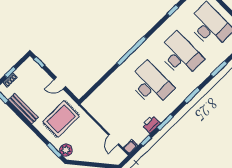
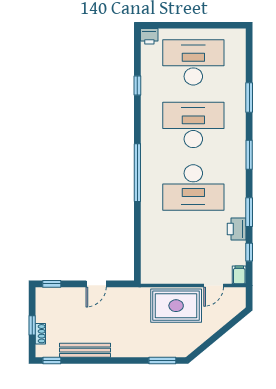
desk: (151, 84) -> (193, 187), turned 180
rug: (61, 119) -> (176, 306), moved, turned 90
door: (114, 139) -> (214, 285), hinge flipped
plant: (66, 150) -> (175, 348), removed

